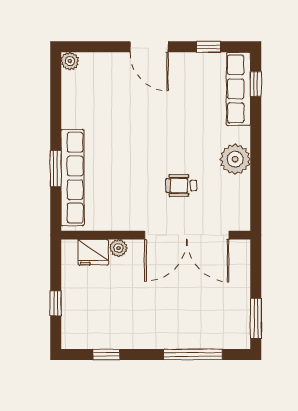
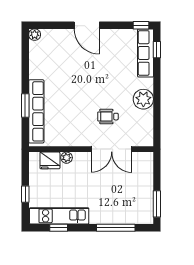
window: (208, 47) -> (141, 25), moved
double door: (187, 235) -> (112, 149), width x0.73
kitchen unit: (107, 336) -> (59, 216), added

